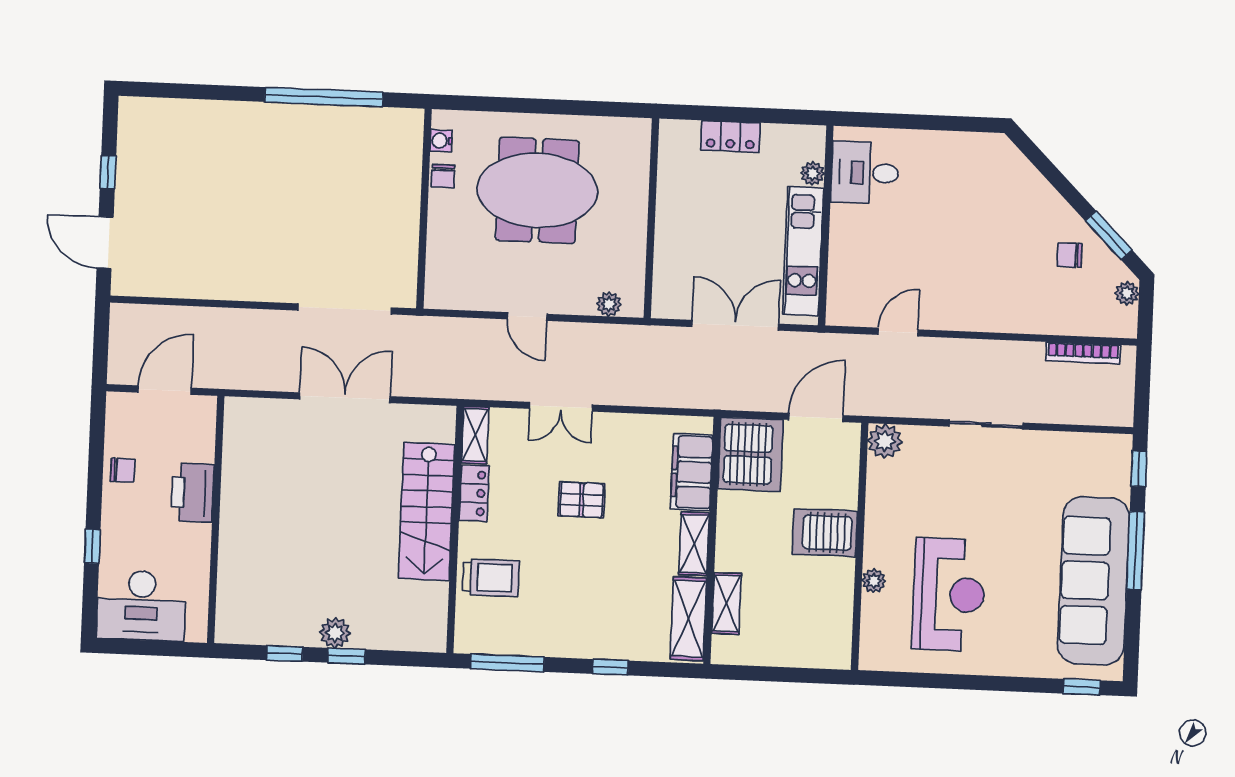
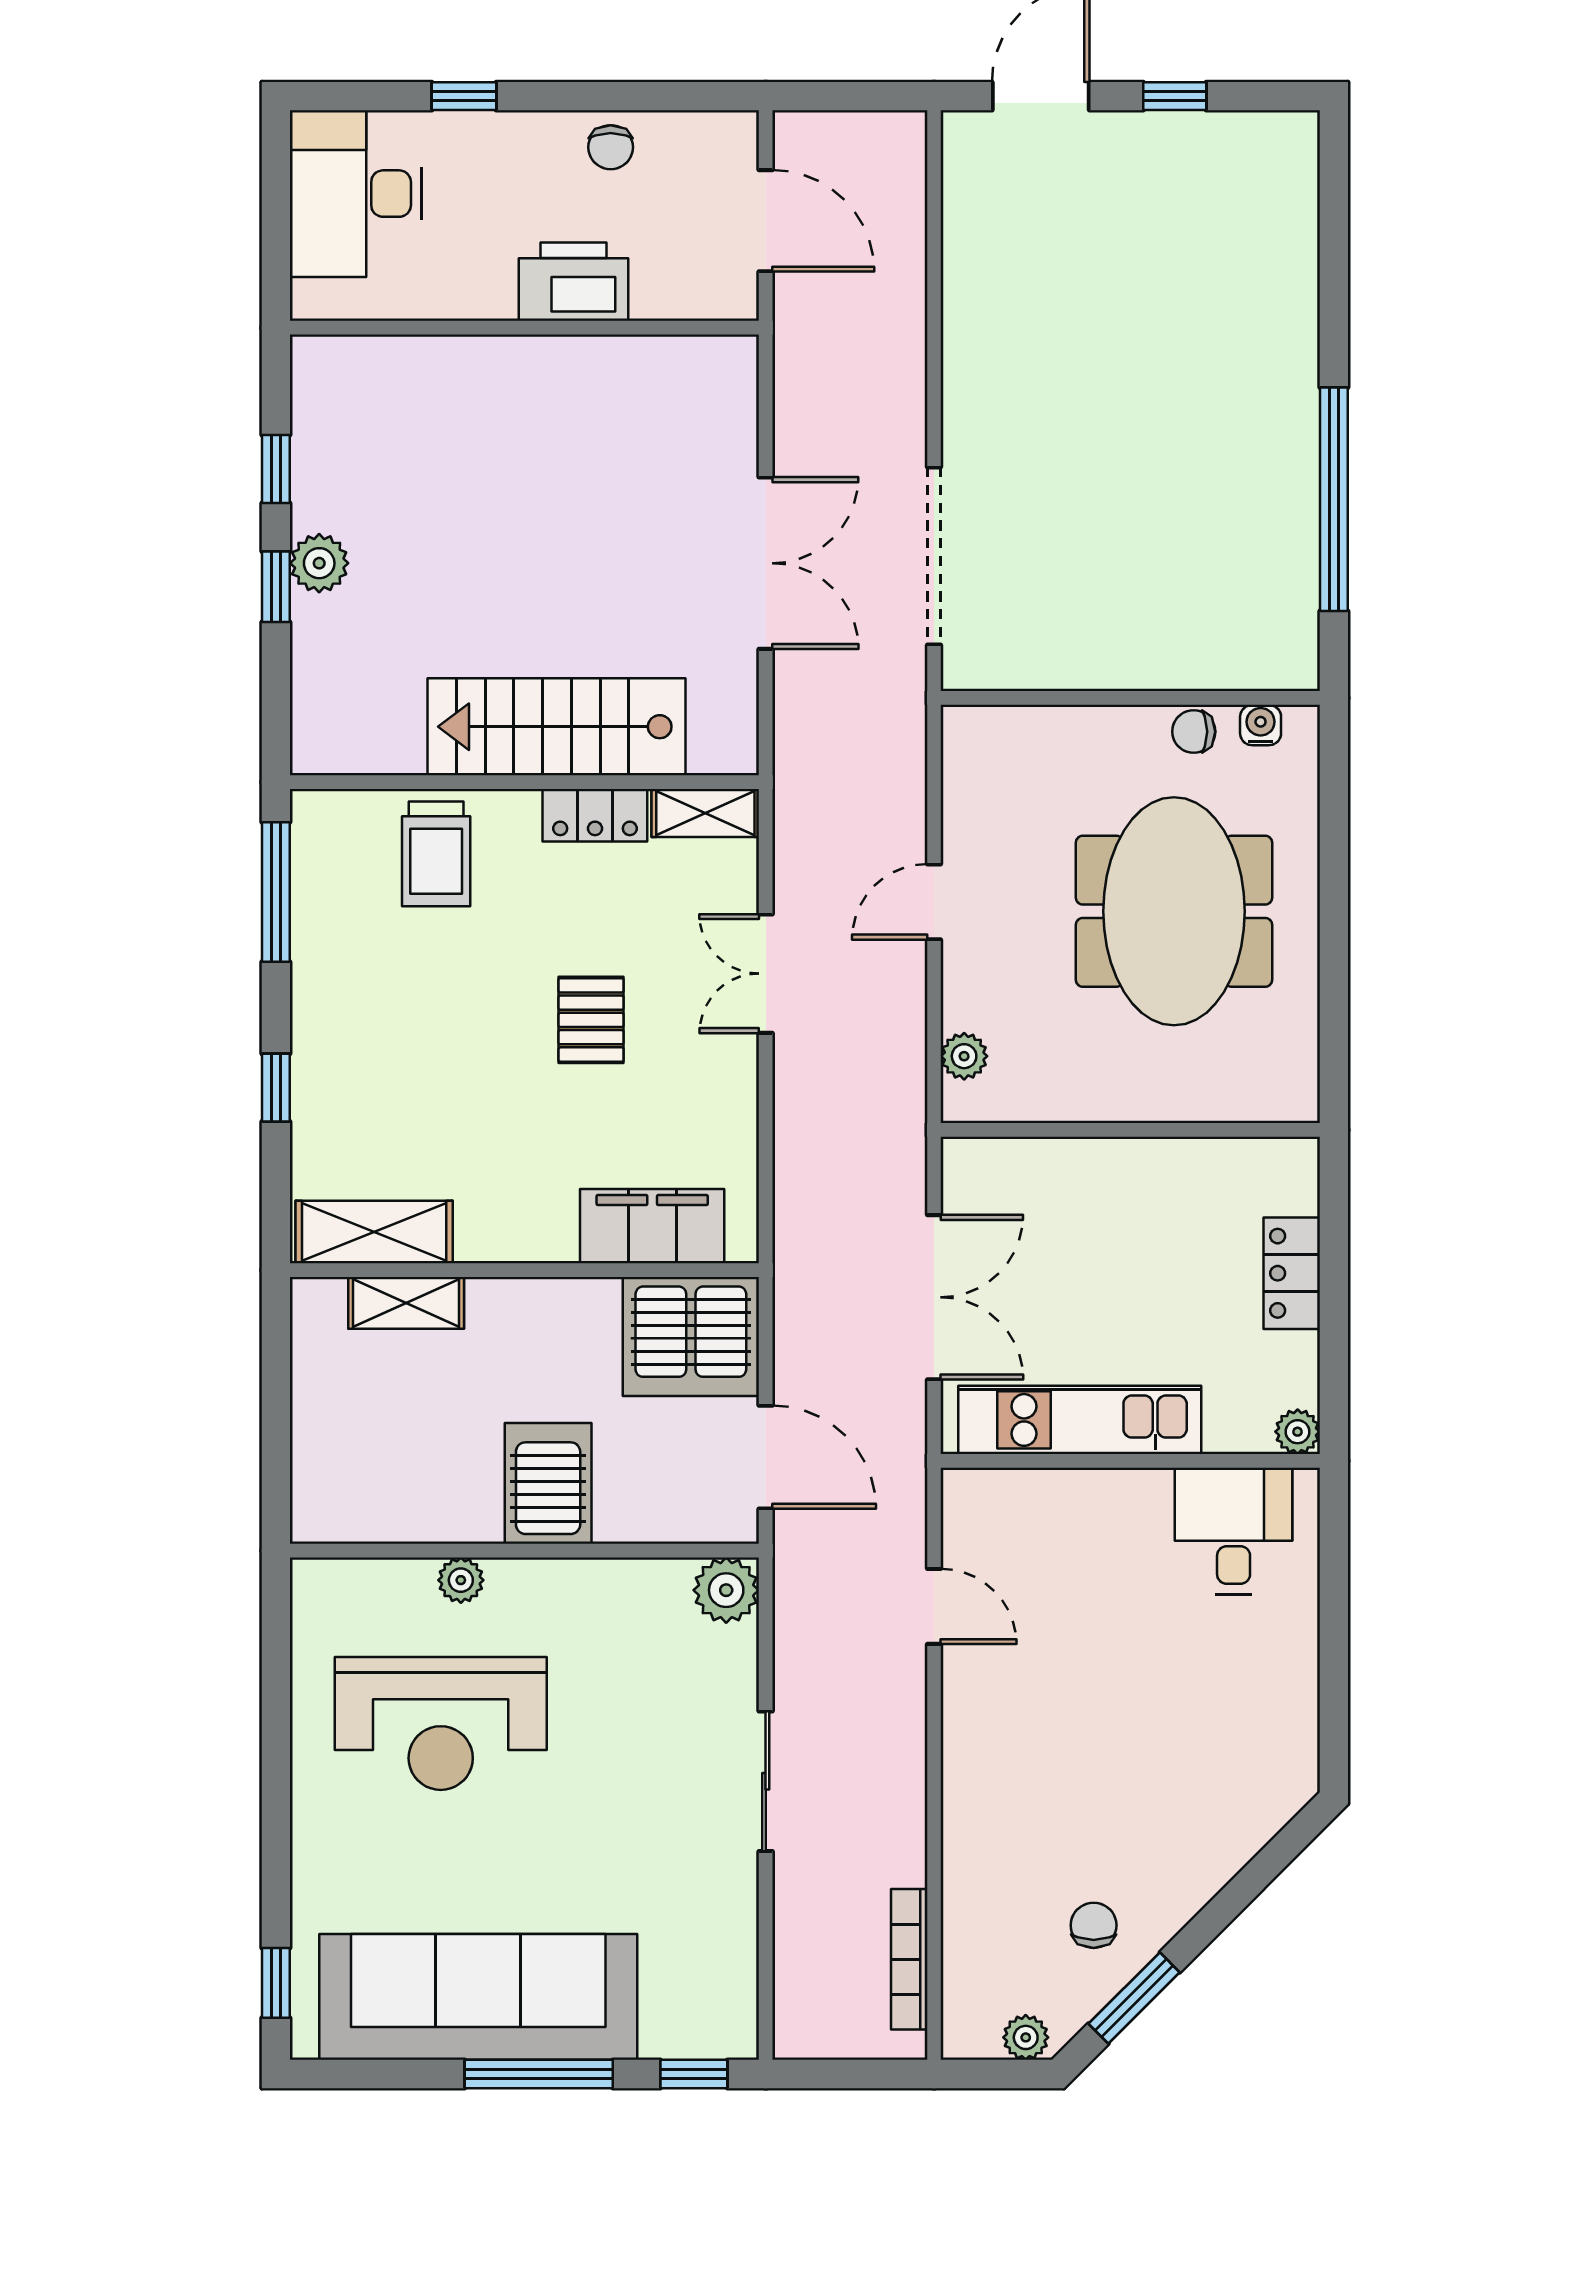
plant: (813, 173) -> (1298, 1432), moved
shelving: (694, 544) -> (516, 1237), removed

